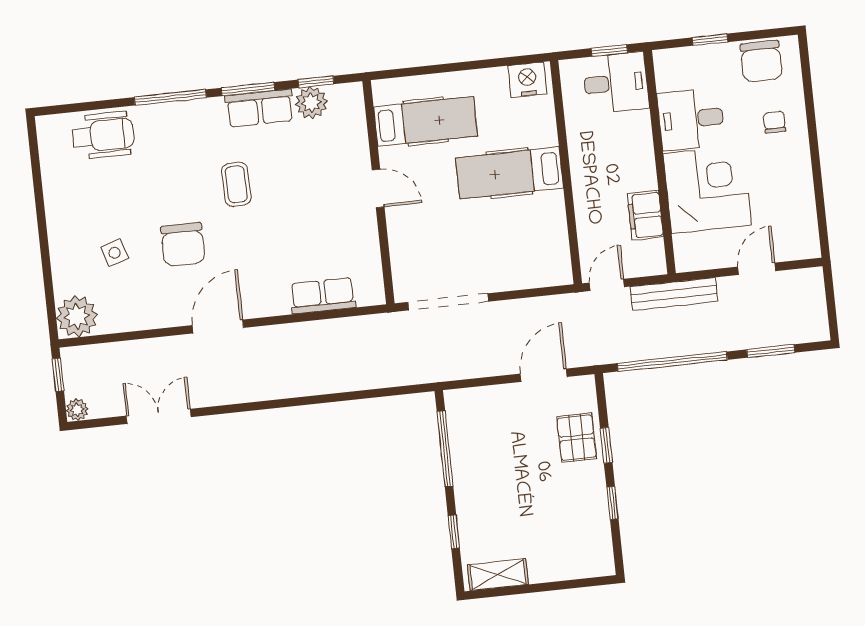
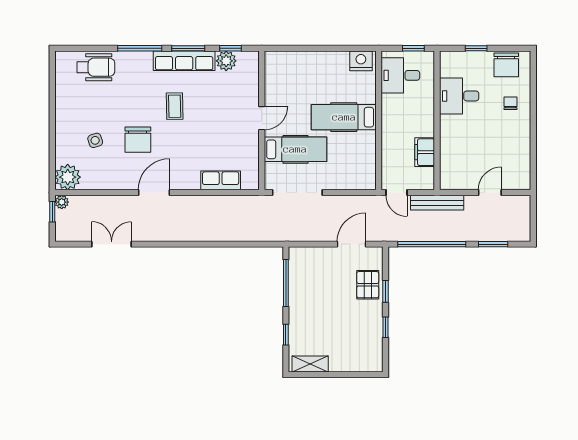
desk: (616, 83) -> (400, 75), moved, turned 180
row of seats: (260, 108) -> (184, 61), width x1.48
hospital bed: (426, 121) -> (295, 149), moved
door: (378, 188) -> (262, 118), hinge flipped
corner desk: (707, 190) -> (464, 140), removed
door: (607, 285) -> (396, 193), swing flipped
plant: (77, 410) -> (62, 202), moved

